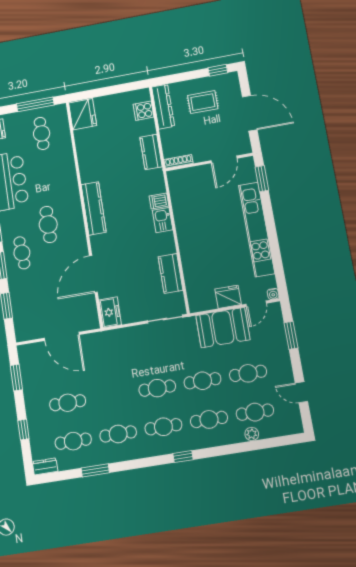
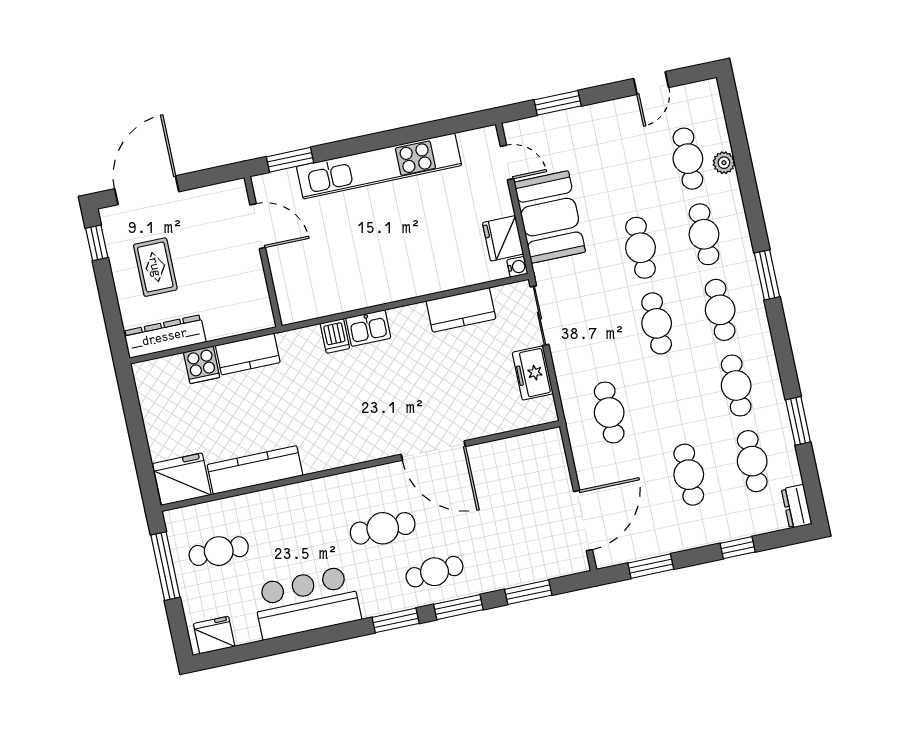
cooker: (144, 111) -> (202, 365), moved
door: (250, 113) -> (147, 190), moved
shoe rack: (178, 161) -> (263, 305), removed
kitchen counter: (94, 208) -> (255, 470), moved
door: (93, 274) -> (433, 450), moved
water cooler: (273, 294) -> (517, 267), moved
fridge: (228, 297) -> (503, 238), moved
freezer: (110, 312) -> (533, 373), moved, turned -90
door: (62, 336) -> (583, 521), moved
cafe table: (248, 373) -> (609, 412), moved
window: (183, 457) -> (767, 275), width x1.50

